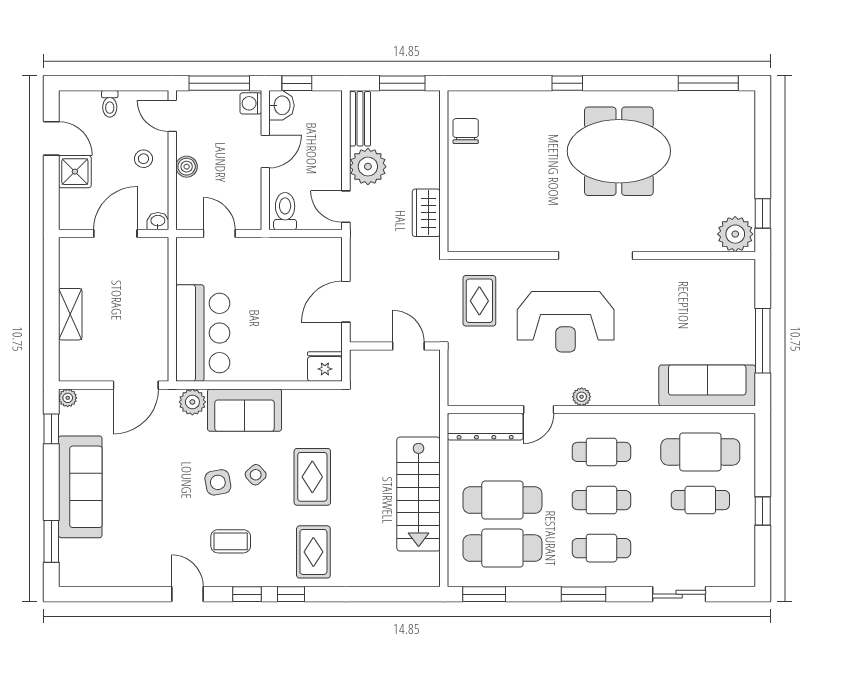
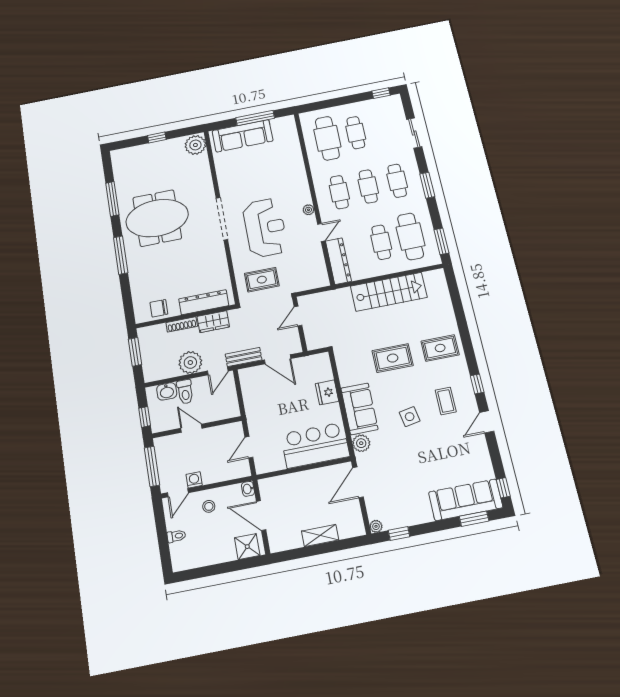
window: (567, 83) -> (121, 255), width x2.17
window: (708, 83) -> (112, 199), moved
washing machine: (251, 103) -> (194, 480), moved, turned 180
washbasin: (281, 105) -> (167, 391), moved, turned 180
bench: (360, 119) -> (244, 357), moved
door: (51, 138) -> (205, 571), removed
meeting table: (619, 151) -> (157, 218), turned 90
shoe rack: (432, 163) -> (182, 324), added
boiler: (187, 167) -> (209, 477), removed
shower: (75, 172) -> (247, 547), moved
dresser: (461, 203) -> (204, 302), added
toilet: (285, 211) -> (185, 392), moved, turned -90
window: (763, 213) -> (157, 137), moved
fridge: (325, 367) -> (327, 392), moved
door: (136, 385) -> (358, 482), swing flipped
sofa: (707, 385) -> (243, 136), moved, turned -90
door: (539, 410) -> (321, 232), hinge flipped
side table: (256, 475) -> (399, 394), removed
sofa: (80, 487) -> (466, 500), moved
cafe table: (502, 500) -> (381, 242), width x0.73, depth x0.74
window: (763, 511) -> (381, 93), moved
window: (291, 594) -> (503, 488), moved

